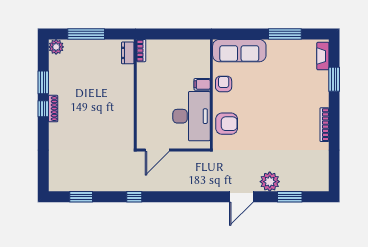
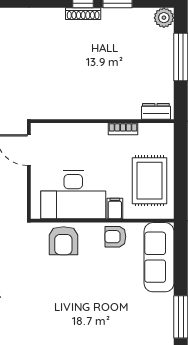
bookcase: (141, 51) -> (123, 129), moved
rug: (181, 58) -> (149, 181), added
armchair: (224, 84) -> (115, 237), turned 180

